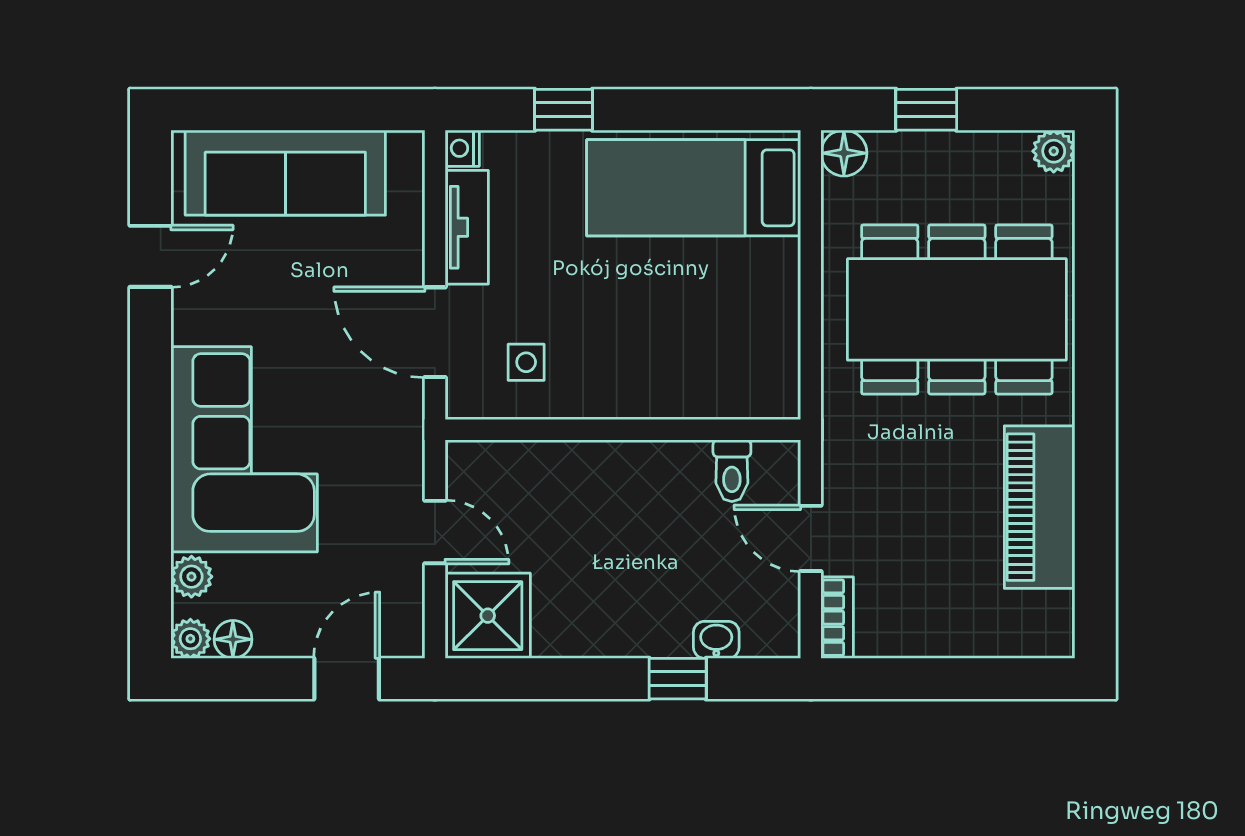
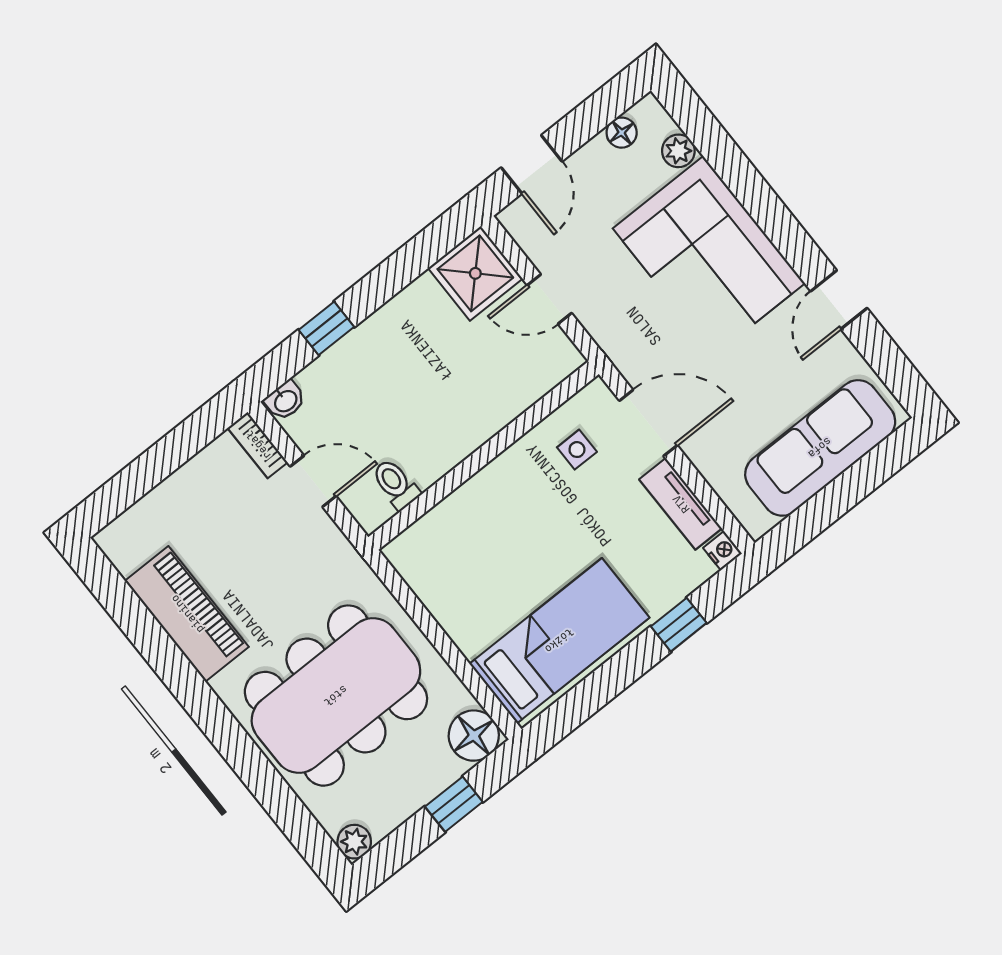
floor lamp: (844, 153) -> (474, 736), width x1.38, depth x1.38
door: (150, 256) -> (839, 300), moved
plant: (190, 639) -> (648, 112), removed
washbasin: (716, 640) -> (285, 401), moved

